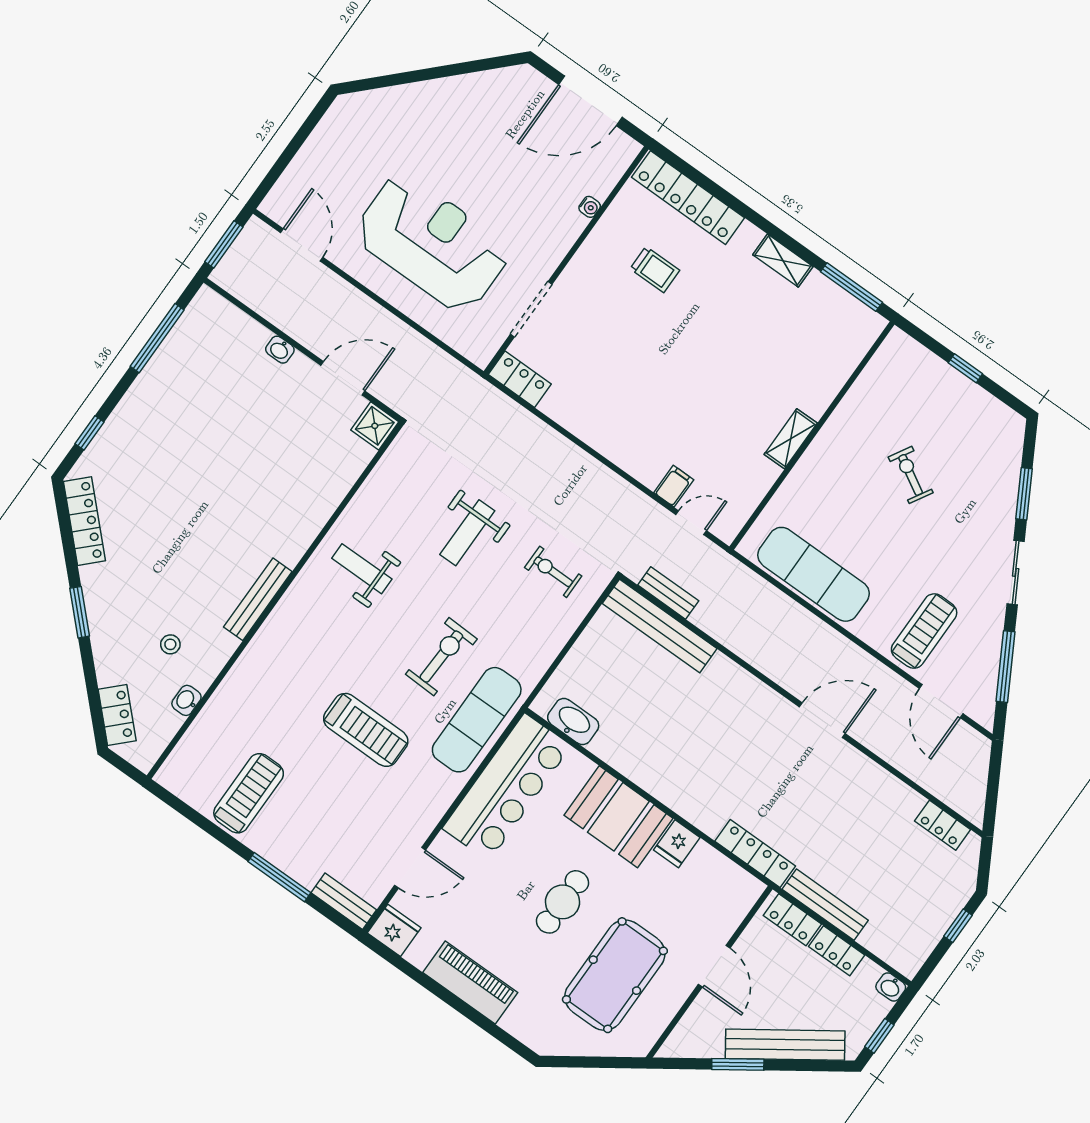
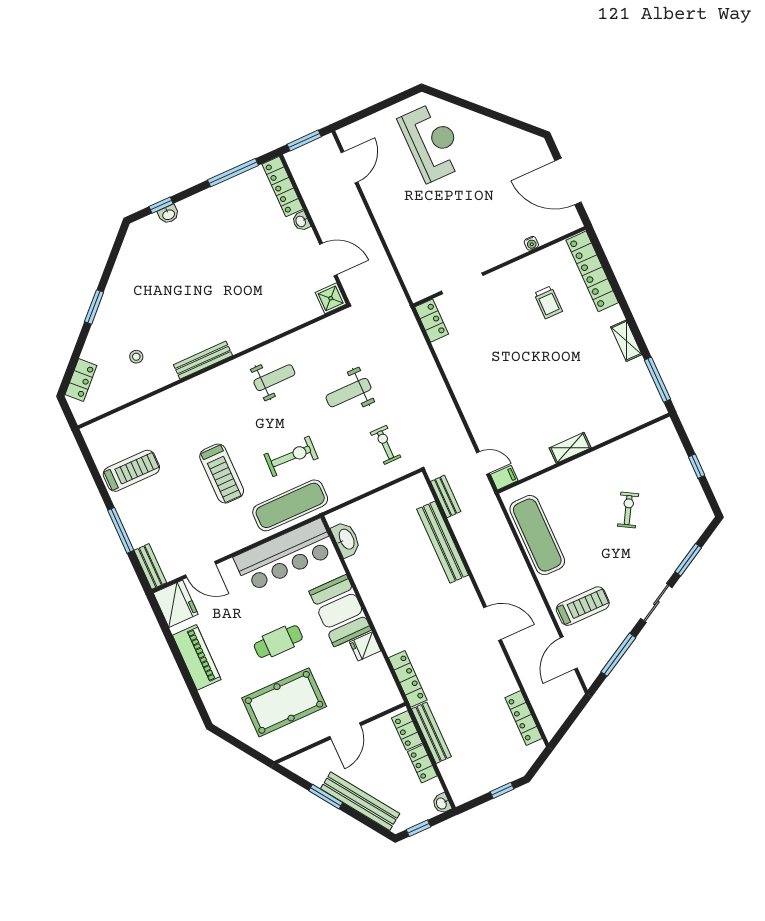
reception desk: (432, 243) -> (432, 142), moved, width x0.74, depth x0.77
filing cabinet: (674, 486) -> (504, 478), moved
locker: (84, 521) -> (283, 187), moved, turned 135
weight bench: (362, 569) -> (274, 378), turned 90
bench: (660, 626) -> (443, 542), moved
washbasin: (186, 700) -> (168, 214), moved, turned 180
locker: (943, 825) -> (524, 718), width x1.53
fridge: (394, 930) -> (176, 604), width x1.36, depth x1.34

